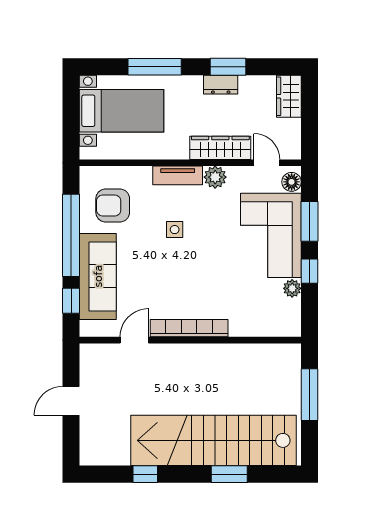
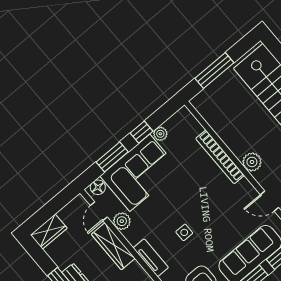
plant: (215, 177) -> (122, 221), moved
bookcase: (189, 328) -> (220, 157), moved
plant: (188, 355) -> (252, 162), added

